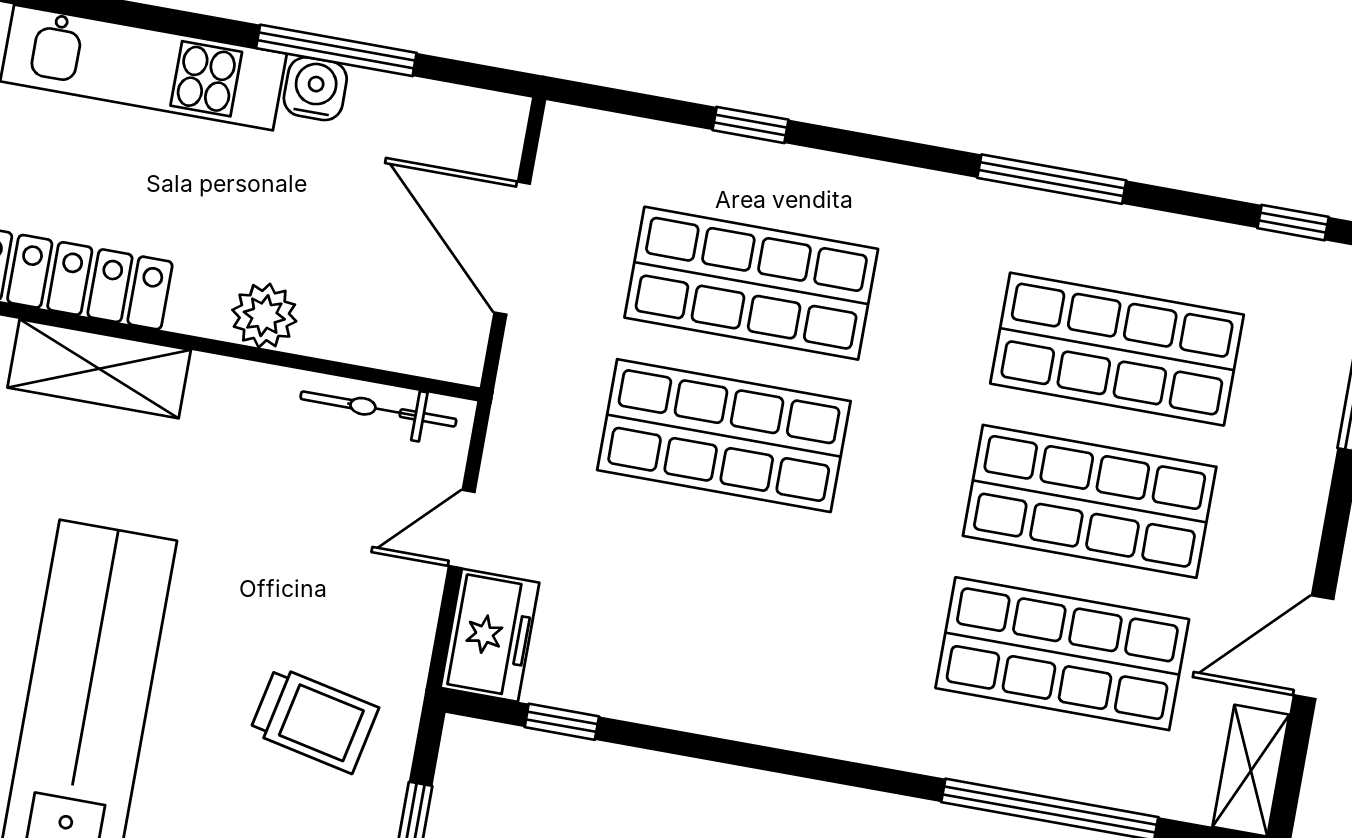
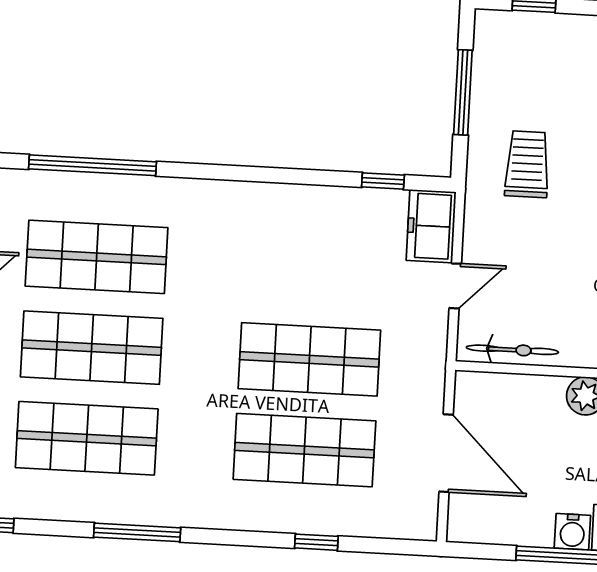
trolley: (314, 720) -> (527, 164), turned 78

